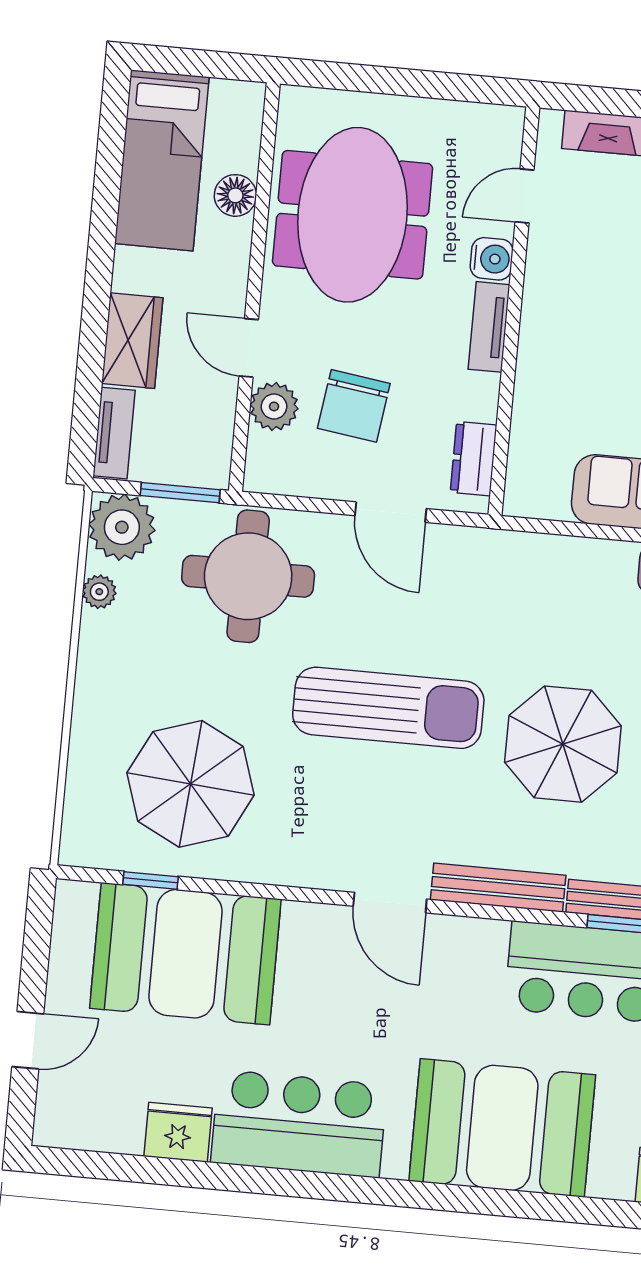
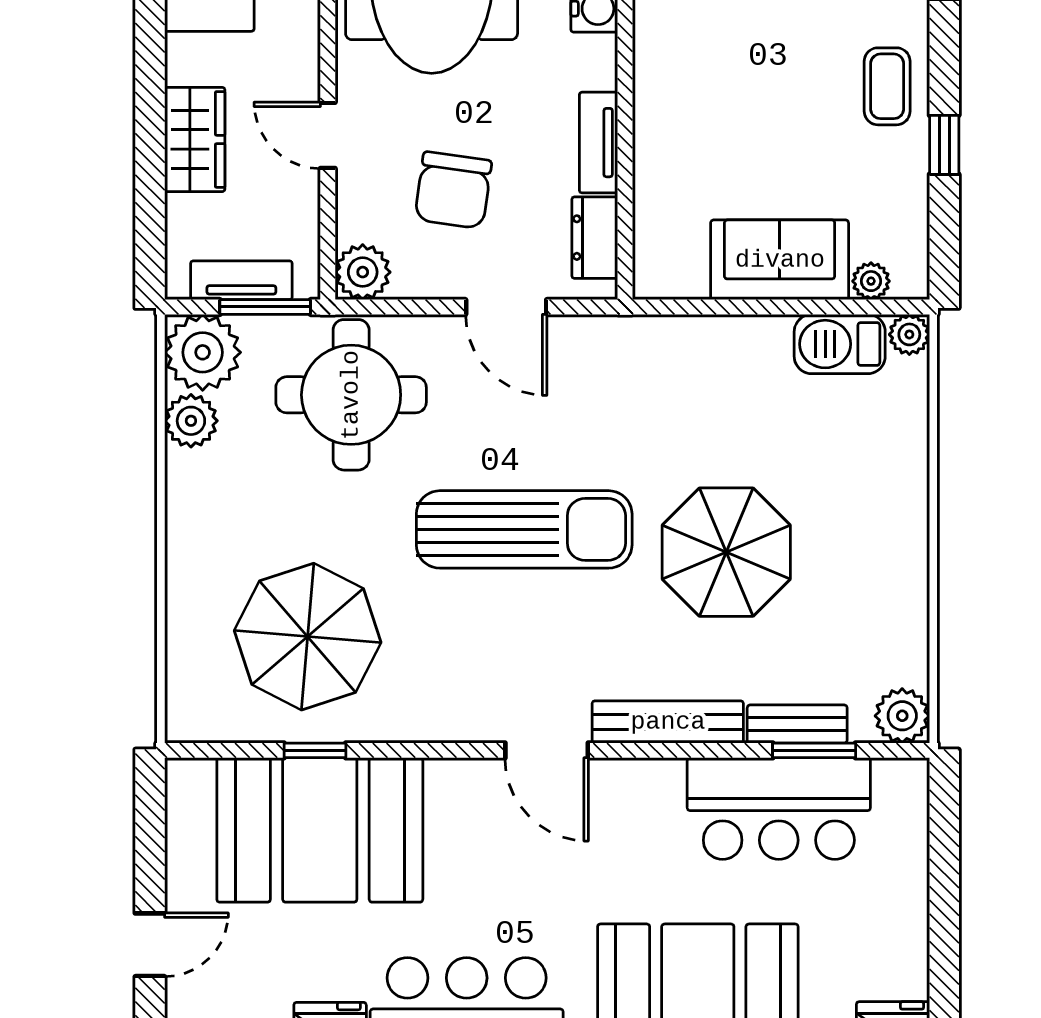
tv unit: (489, 327) -> (598, 143), moved
plant: (274, 406) -> (363, 272), moved
tv unit: (114, 433) -> (241, 280), moved, turned -90
plant: (99, 592) -> (191, 421), width x1.38, depth x1.38
window: (151, 880) -> (315, 750), moved

